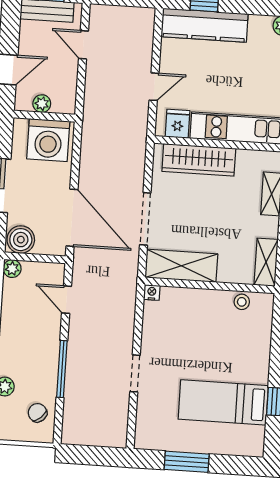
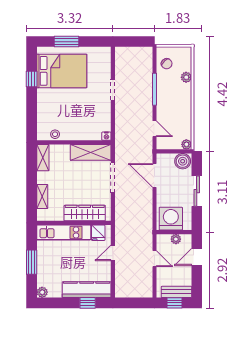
door: (83, 45) -> (154, 259), moved
door: (72, 218) -> (154, 175), width x0.73
bed: (223, 402) -> (62, 71), width x1.50
window: (187, 462) -> (66, 42), moved

